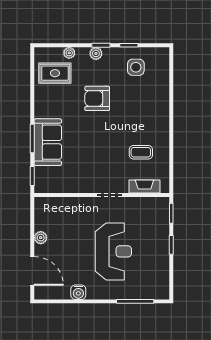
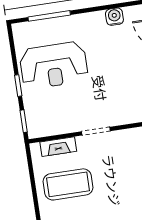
coffee table: (141, 152) -> (68, 184), width x1.86, depth x1.72
reception desk: (113, 251) -> (54, 65), moved, turned -90

